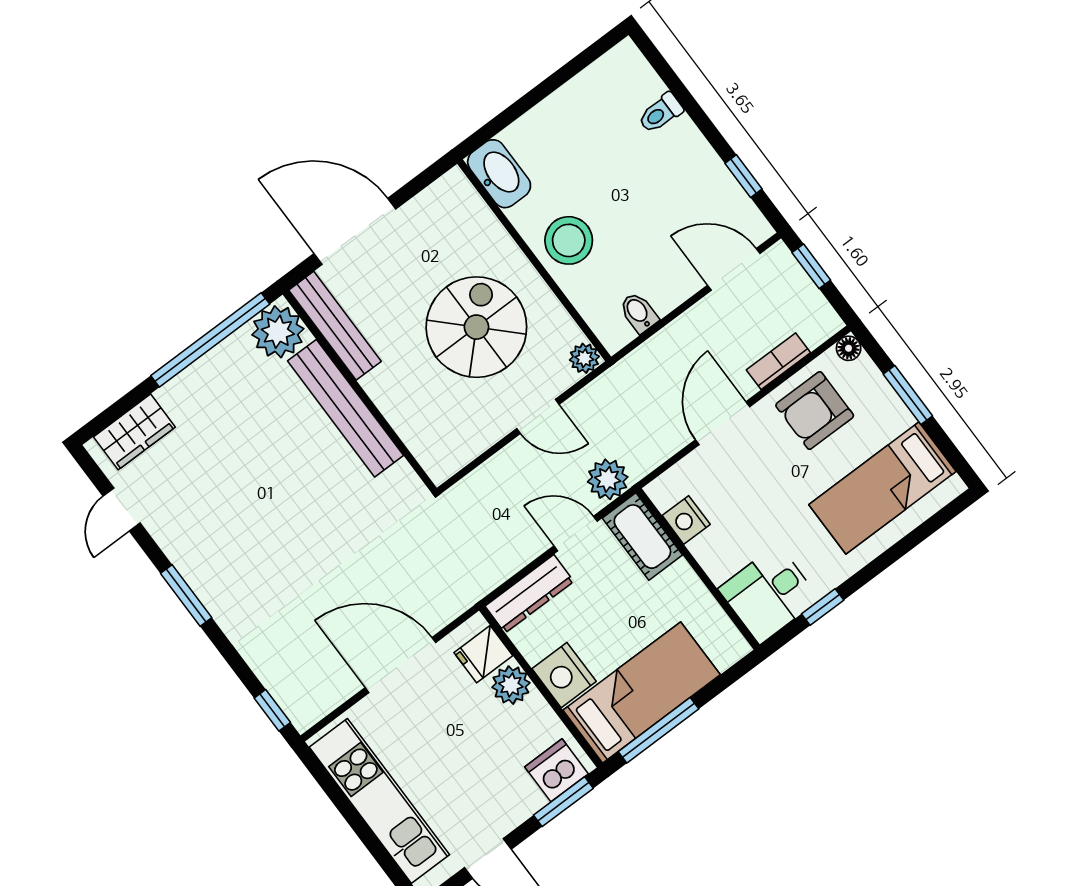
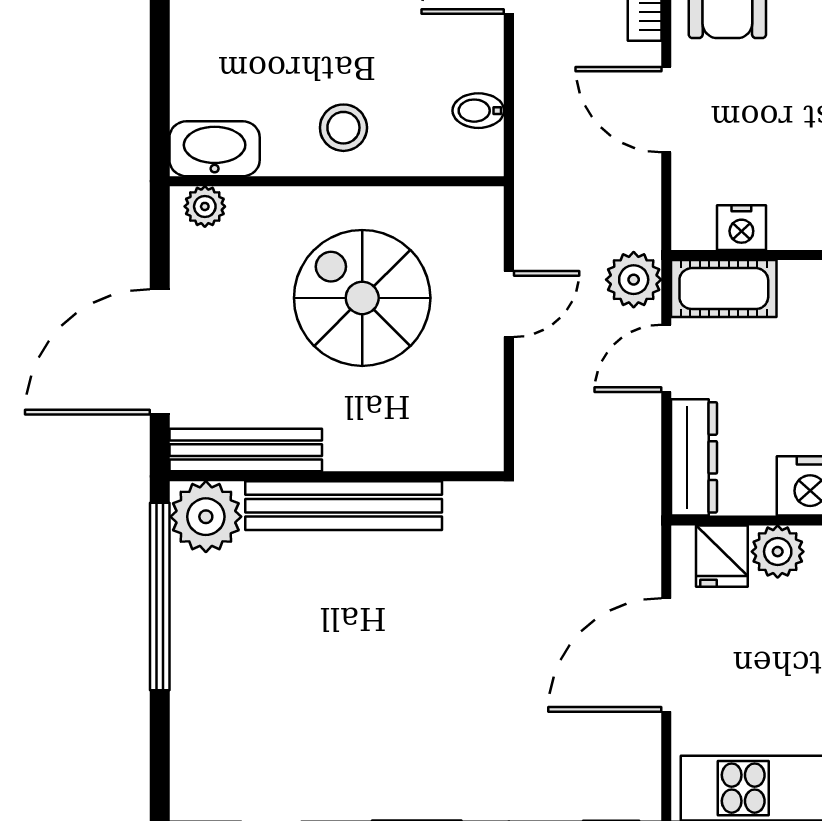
stool: (569, 240) -> (343, 128), width x0.73, depth x0.73
plant: (584, 358) -> (205, 206), moved
wardrobe: (134, 432) -> (198, 753), removed

